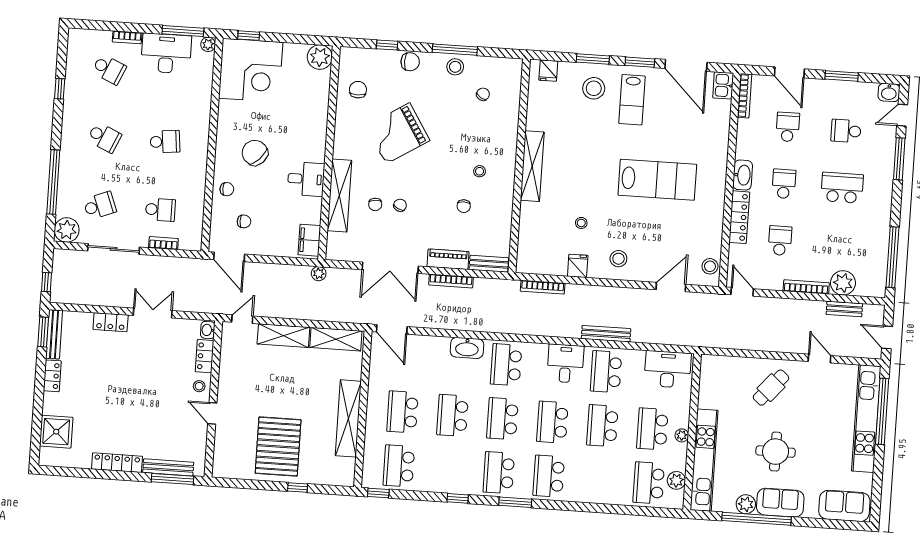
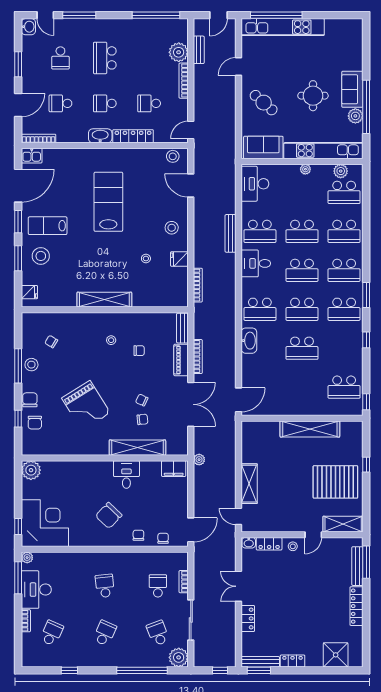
chair: (358, 90) -> (35, 423), moved, turned -90
lab bench: (632, 100) -> (48, 226), turned 180
chair: (244, 221) -> (163, 538), moved
shelving: (336, 339) -> (343, 524), moved, turned 90
school desk: (403, 412) -> (302, 387), removed
school desk: (652, 429) -> (344, 231), moved
sofa: (844, 506) -> (263, 147), moved, turned 90

